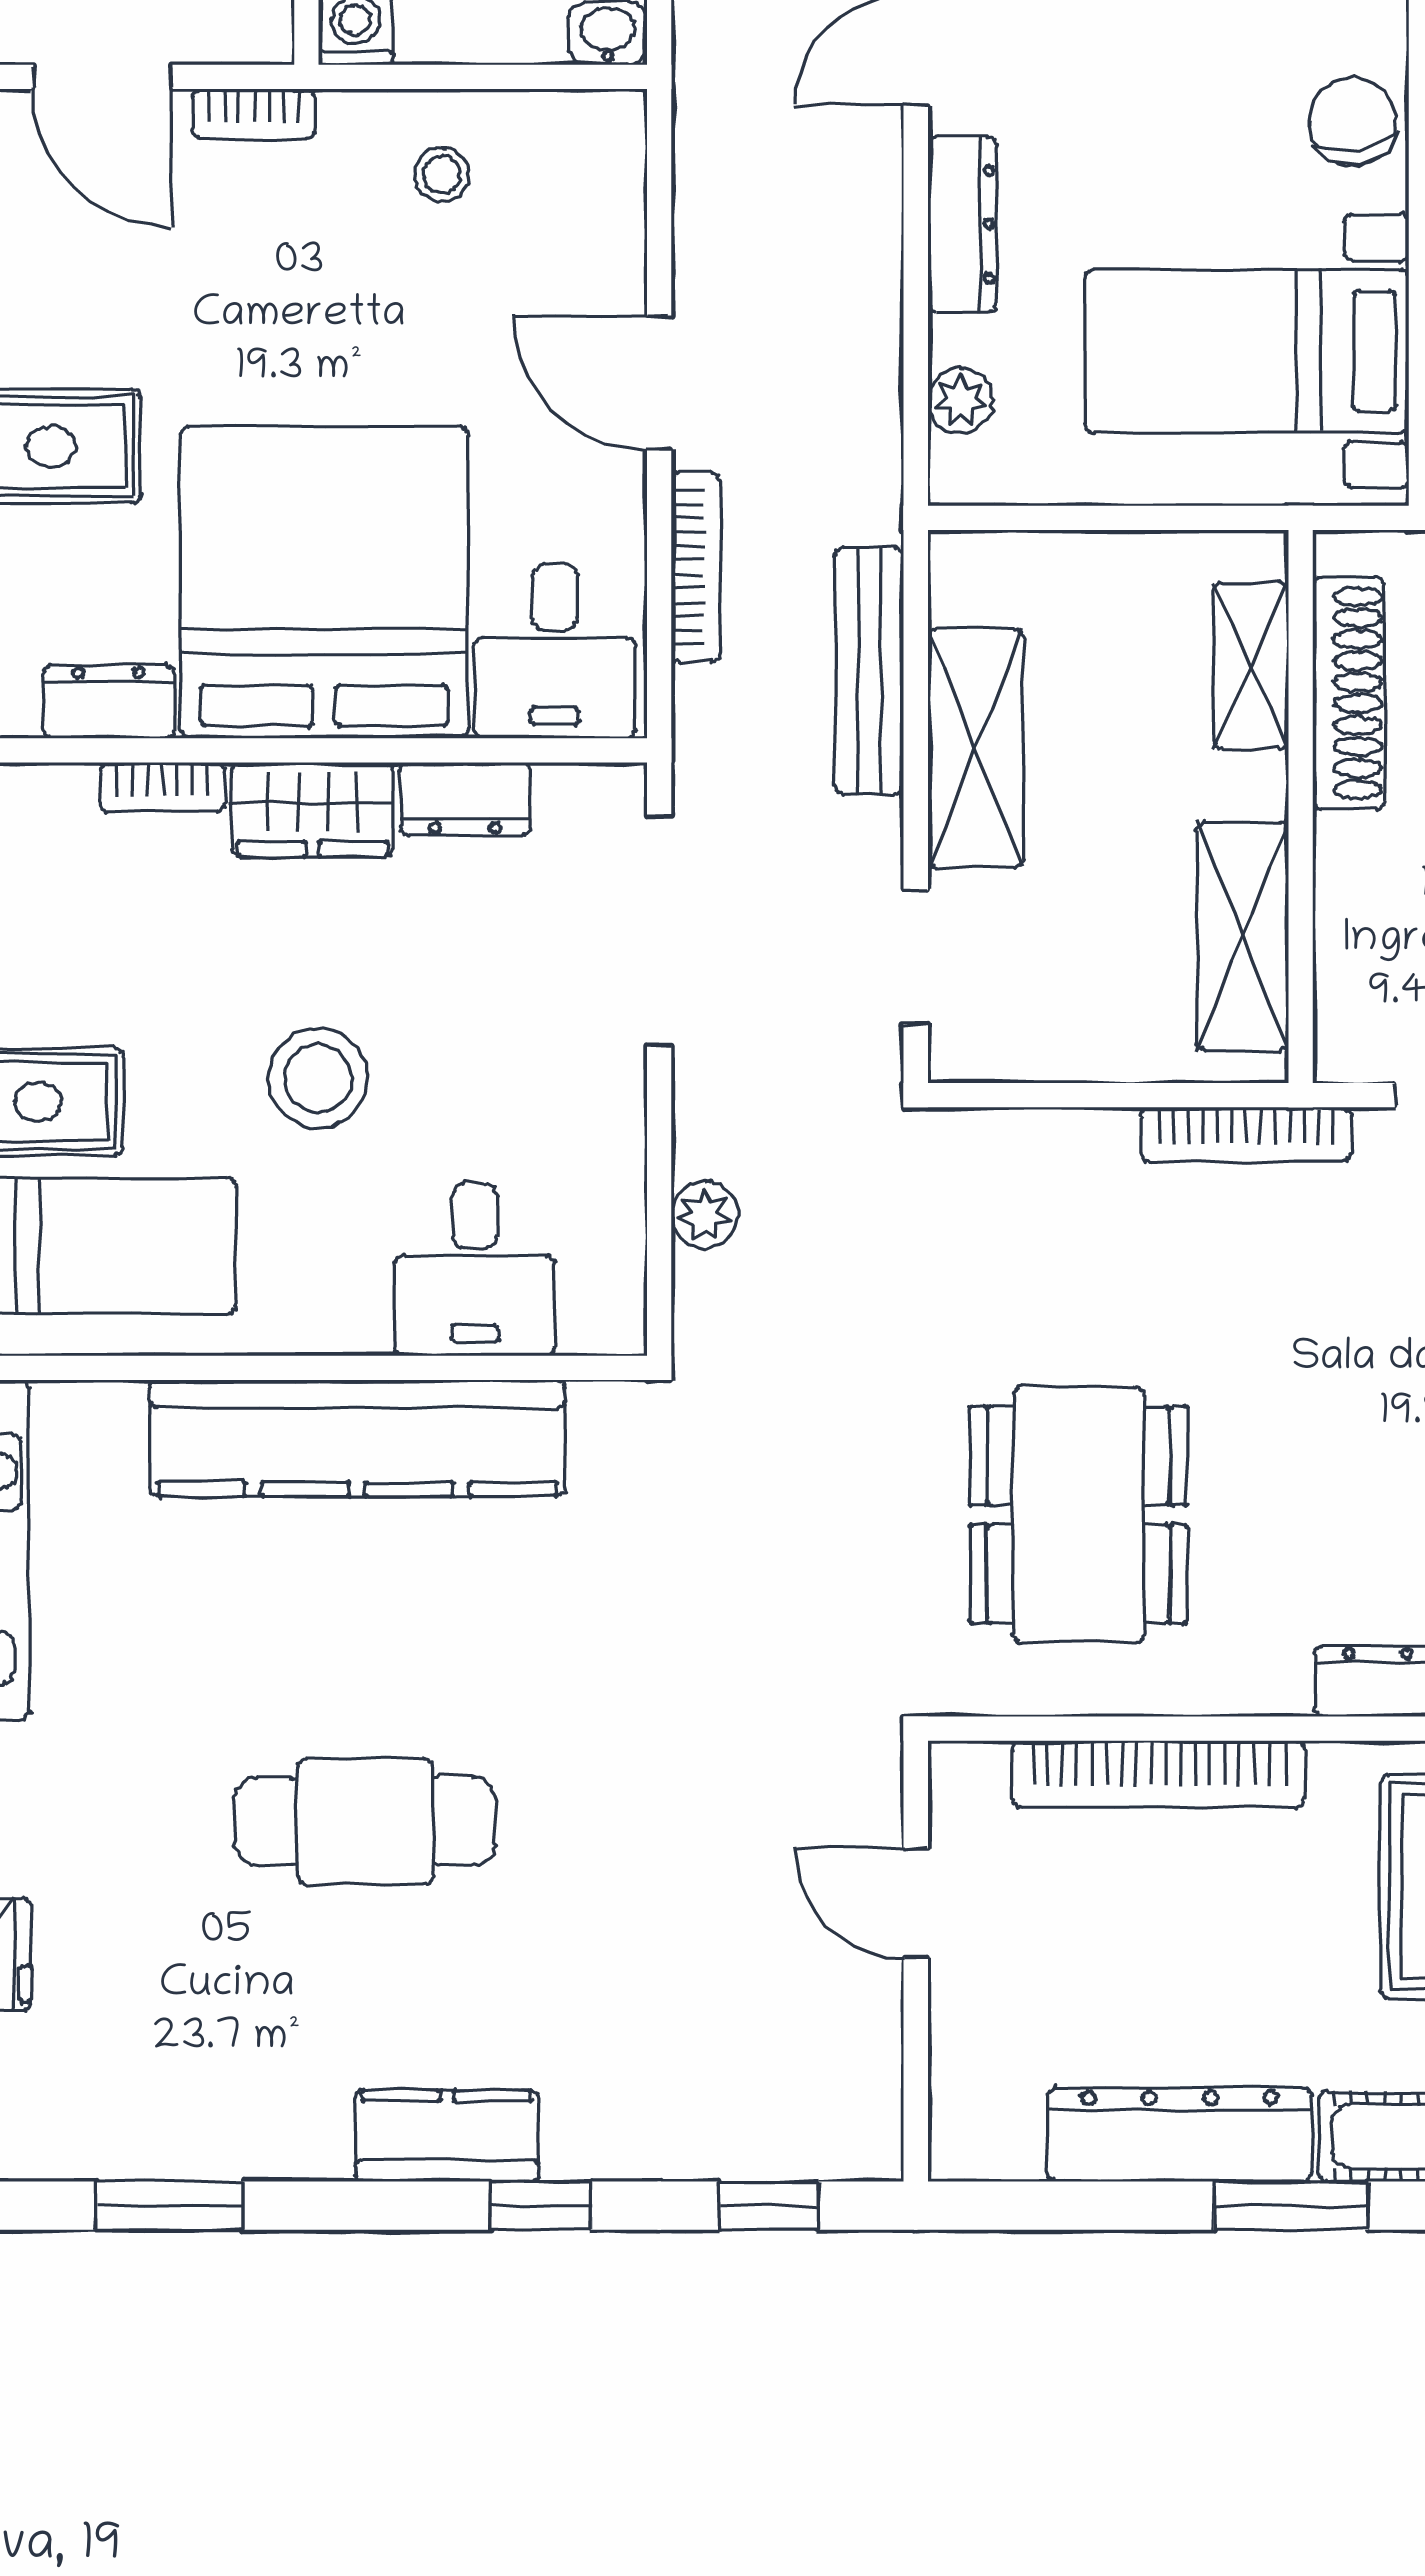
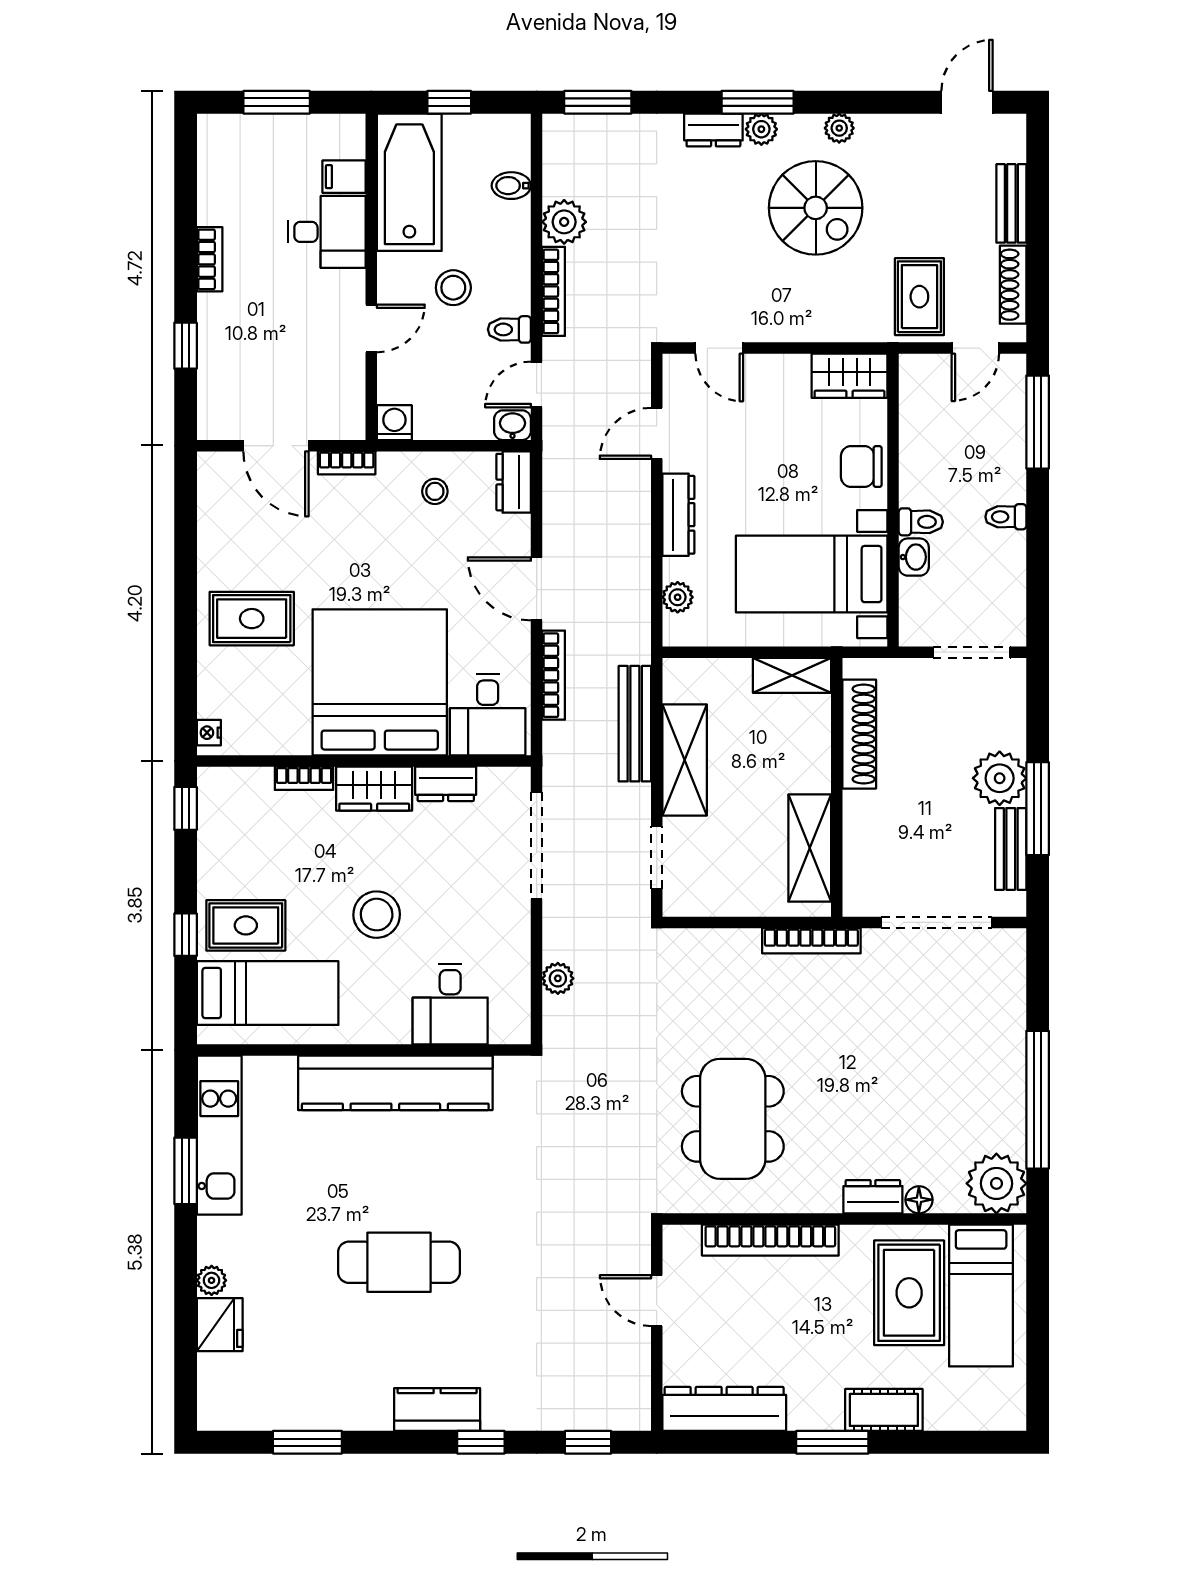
chair: (1353, 121) -> (861, 466), turned -82
shelving: (1251, 666) -> (792, 675), moved, turned 90
dresser: (109, 702) -> (514, 482), moved, turned -90
dresser: (1180, 2134) -> (724, 1409), moved

